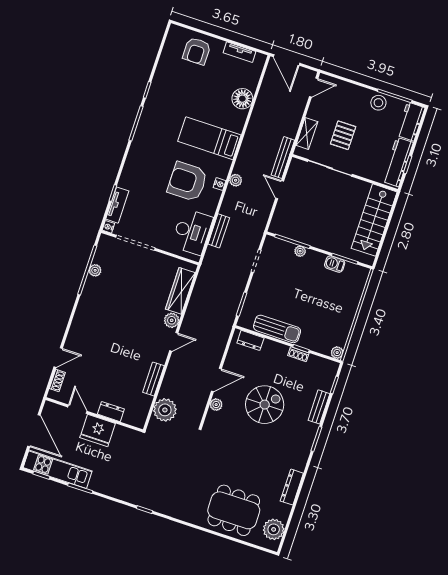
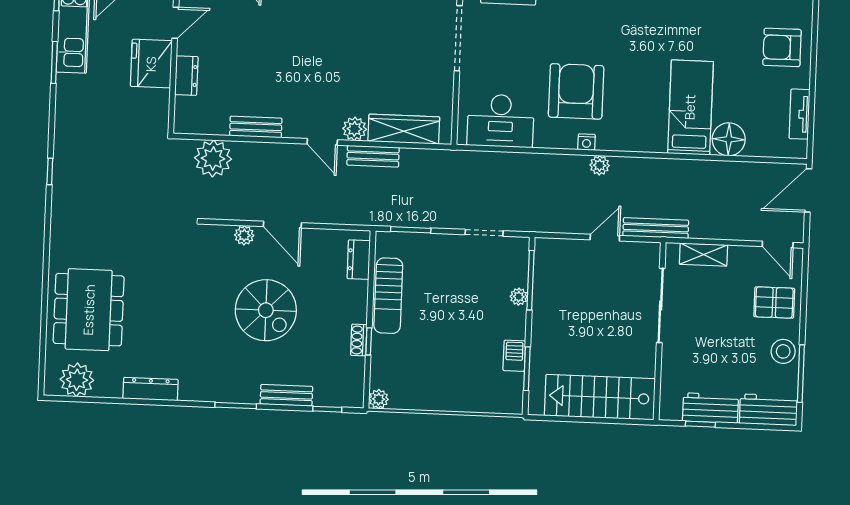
pallet: (343, 135) -> (774, 303), moved
bed: (209, 138) -> (690, 107), moved
workbench: (398, 162) -> (710, 408), width x0.73
bench: (219, 231) -> (373, 156), moved

